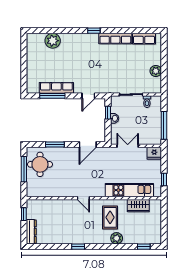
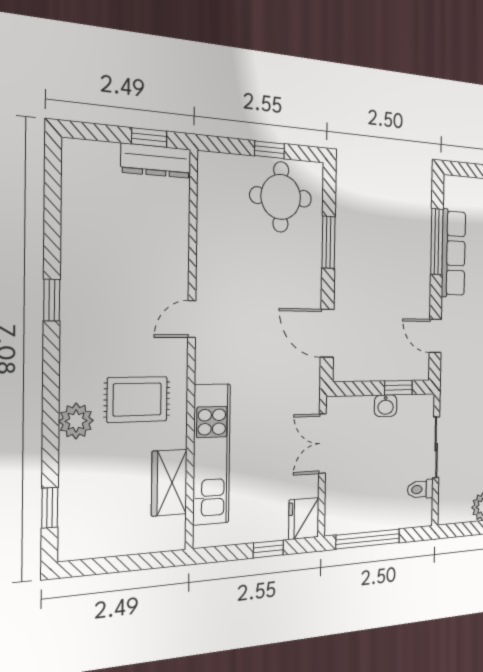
double door: (128, 146) -> (322, 444), swing flipped
window: (24, 169) -> (270, 150), width x0.46
window: (164, 179) -> (268, 549), moved
dresser: (31, 232) -> (156, 161), moved

